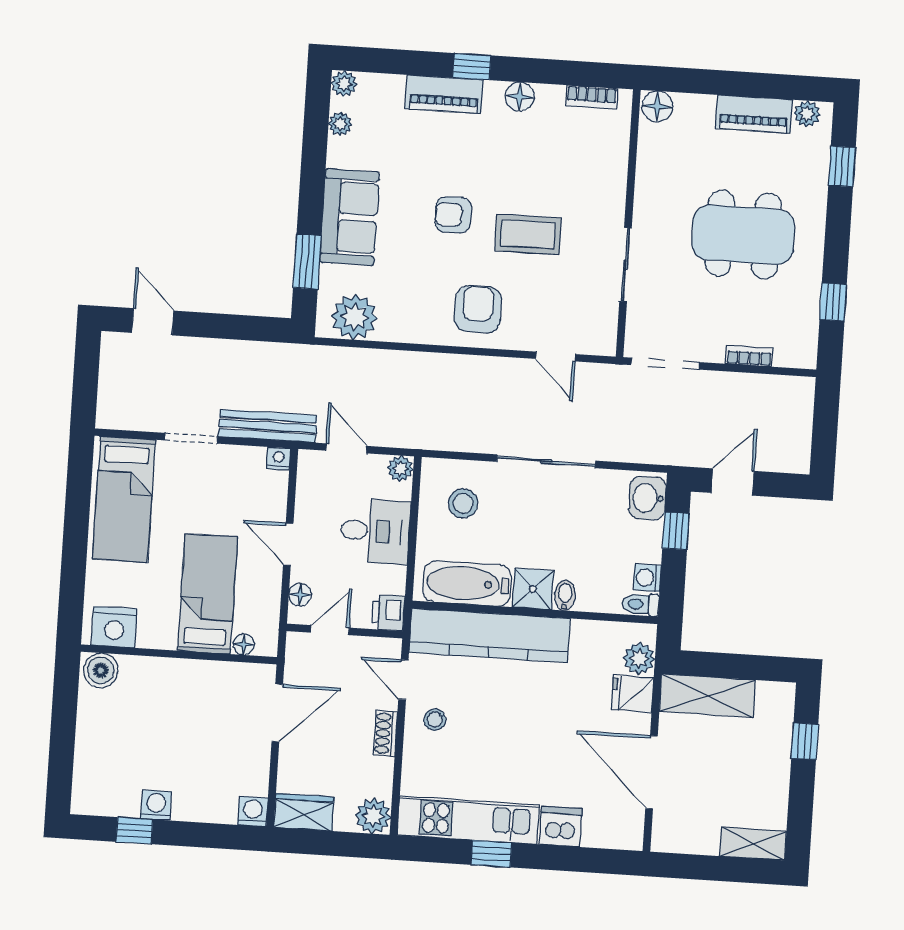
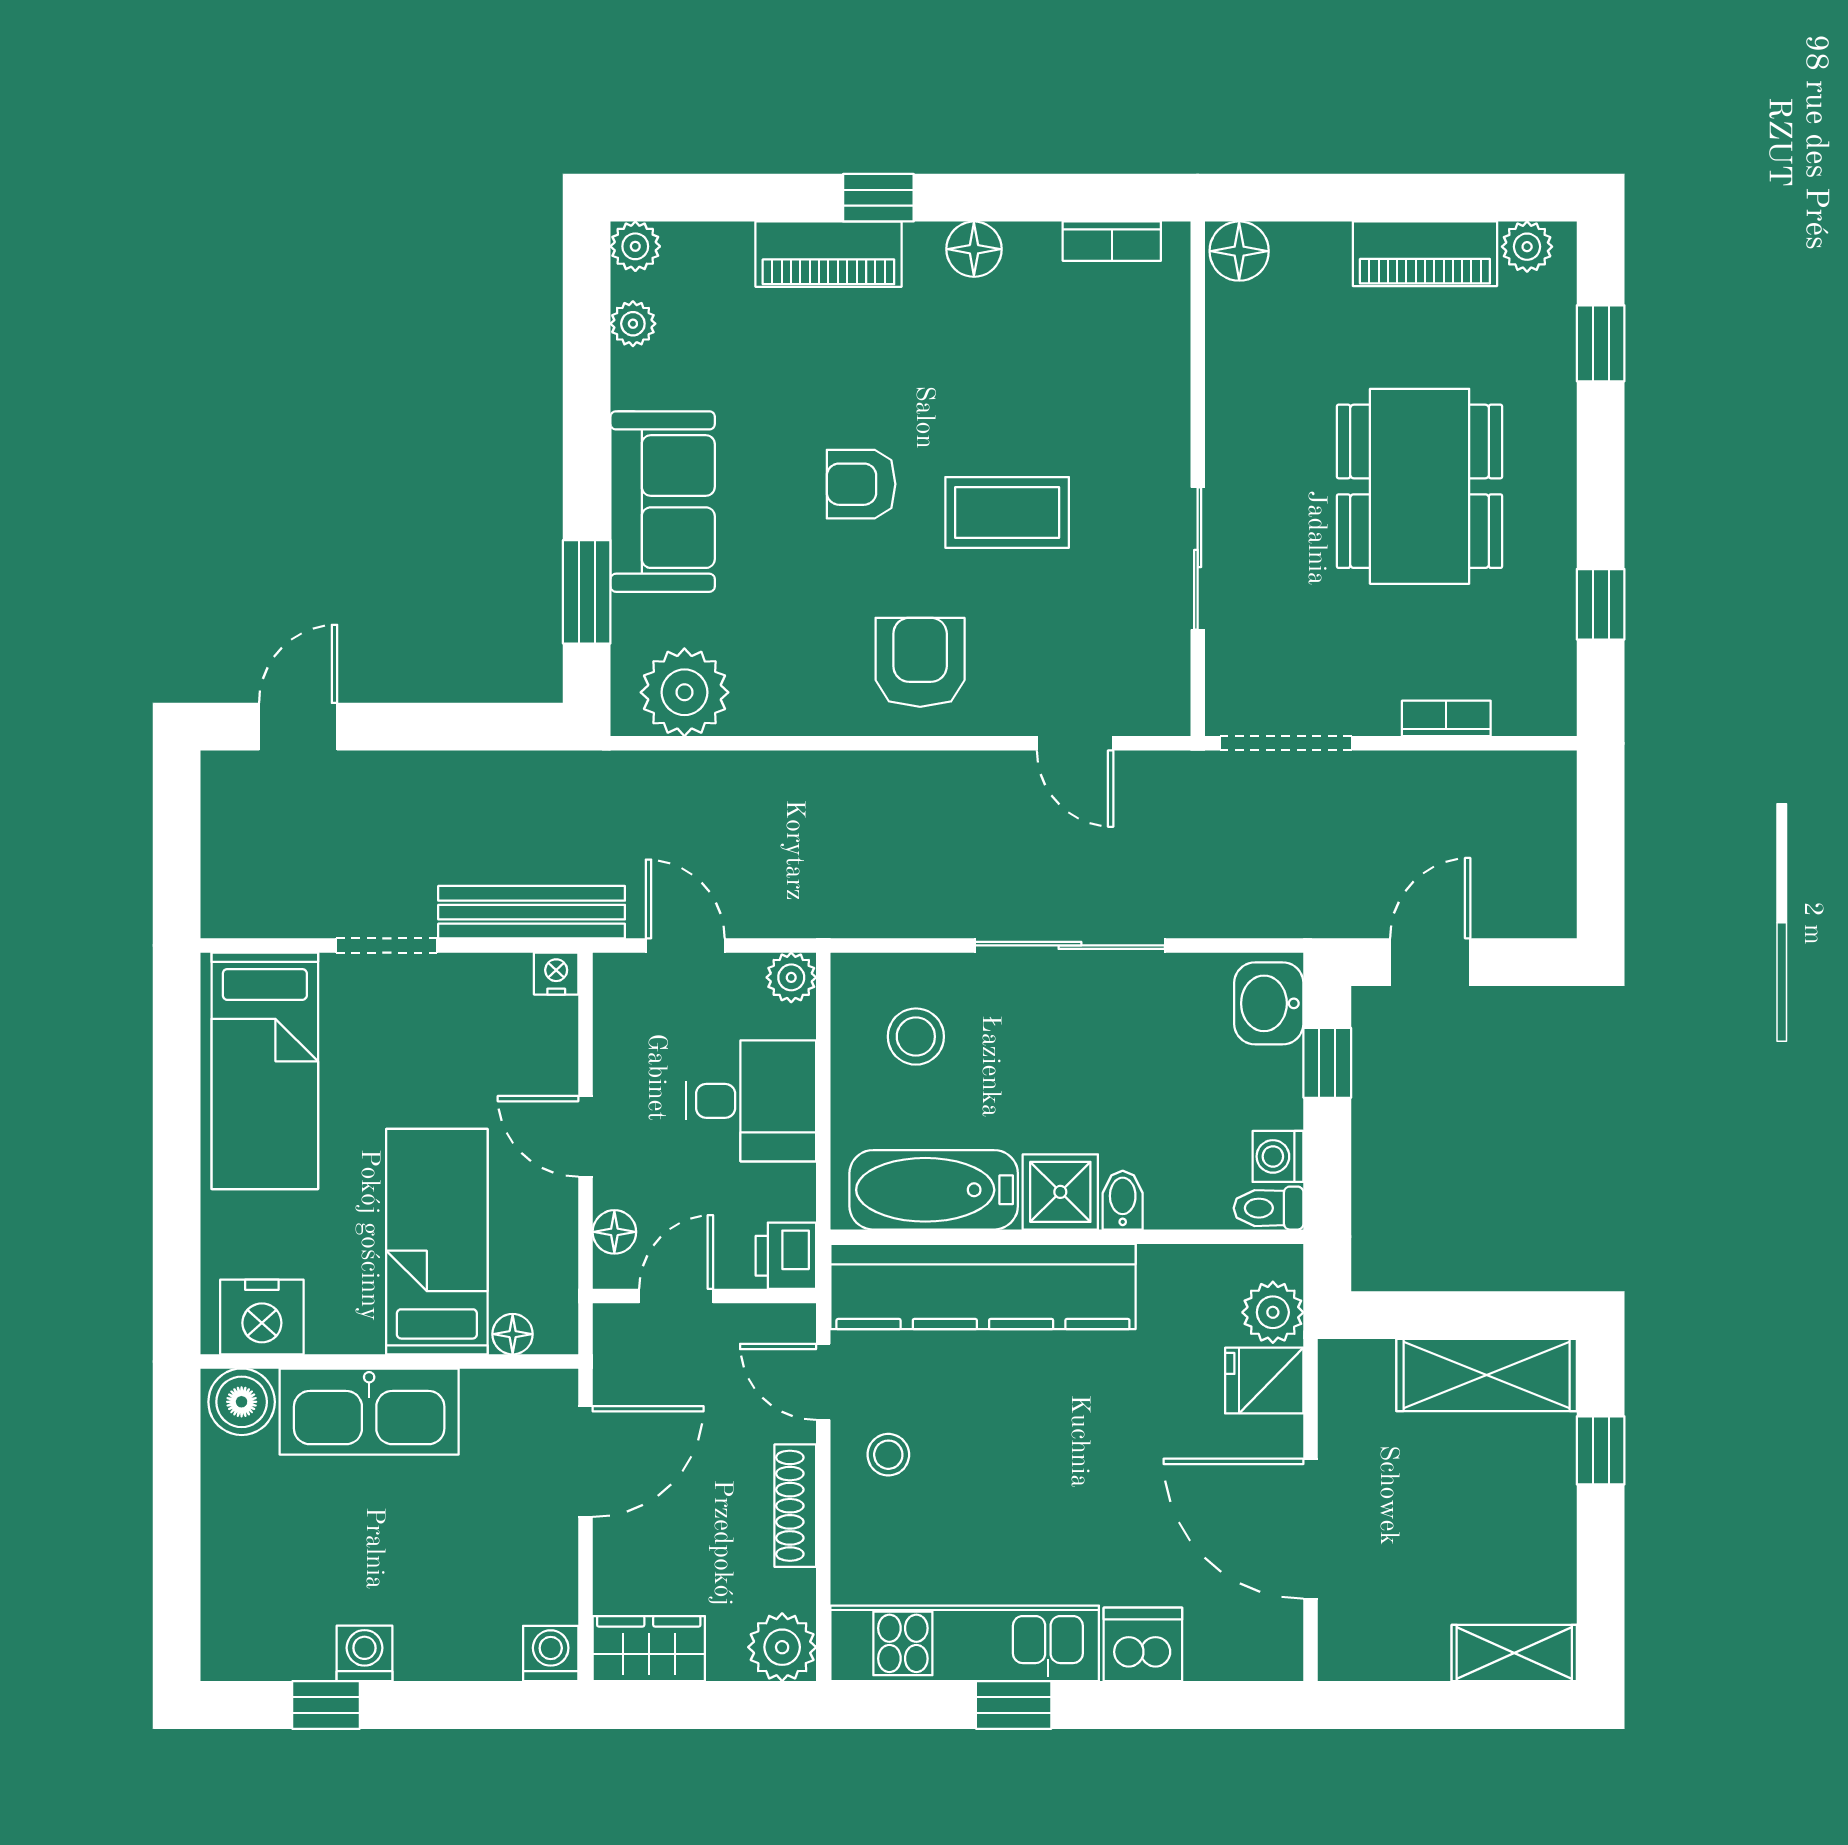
dining table: (743, 235) -> (1420, 486), turned 90
door: (153, 322) -> (298, 727), hinge flipped
kitchen sink: (167, 680) -> (369, 1412), added
shelving: (707, 696) -> (1487, 1375), moved
shoe rack: (385, 733) -> (795, 1506), width x1.43

